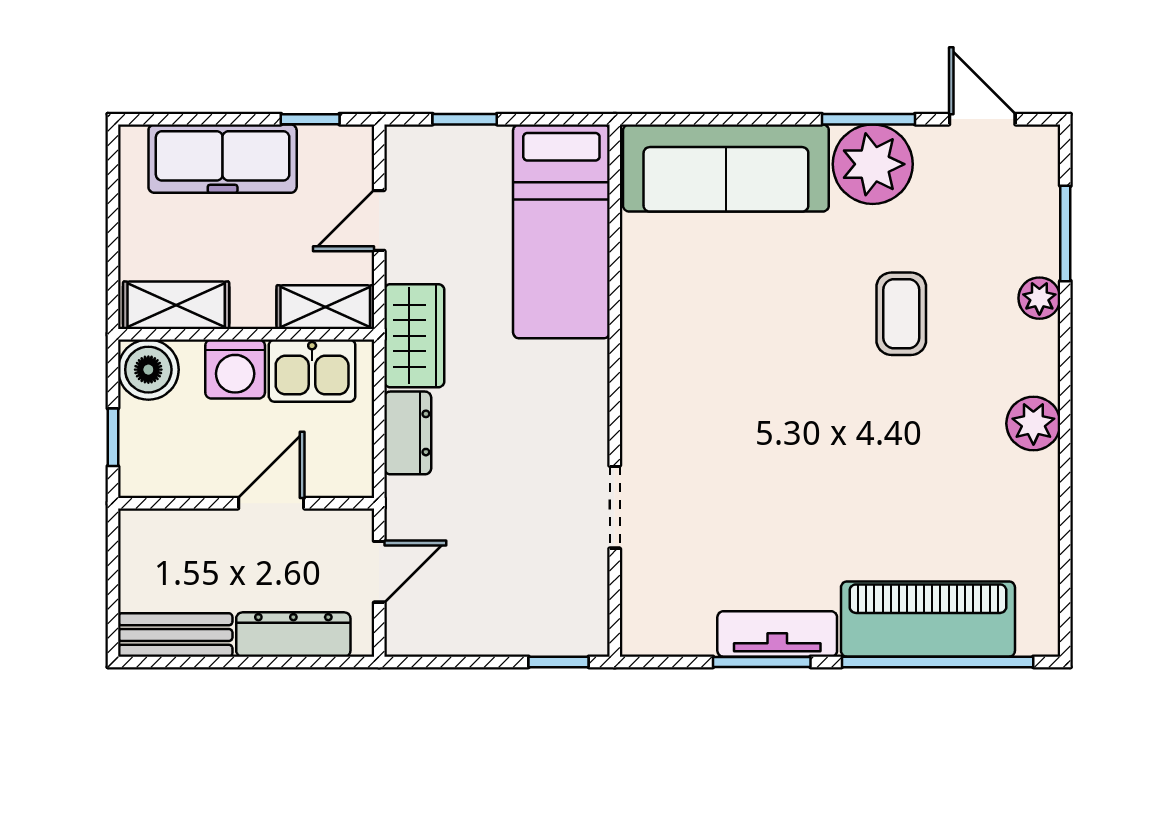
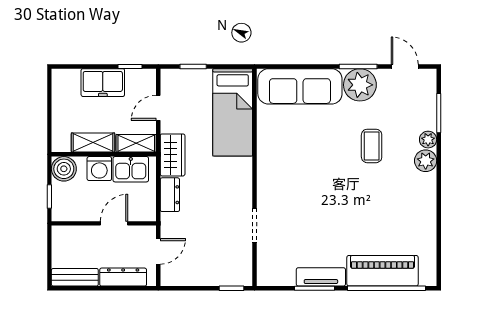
freezer: (223, 159) -> (103, 83), width x0.71
shelving: (176, 305) -> (93, 143), moved
plant: (1033, 423) -> (426, 161), moved

